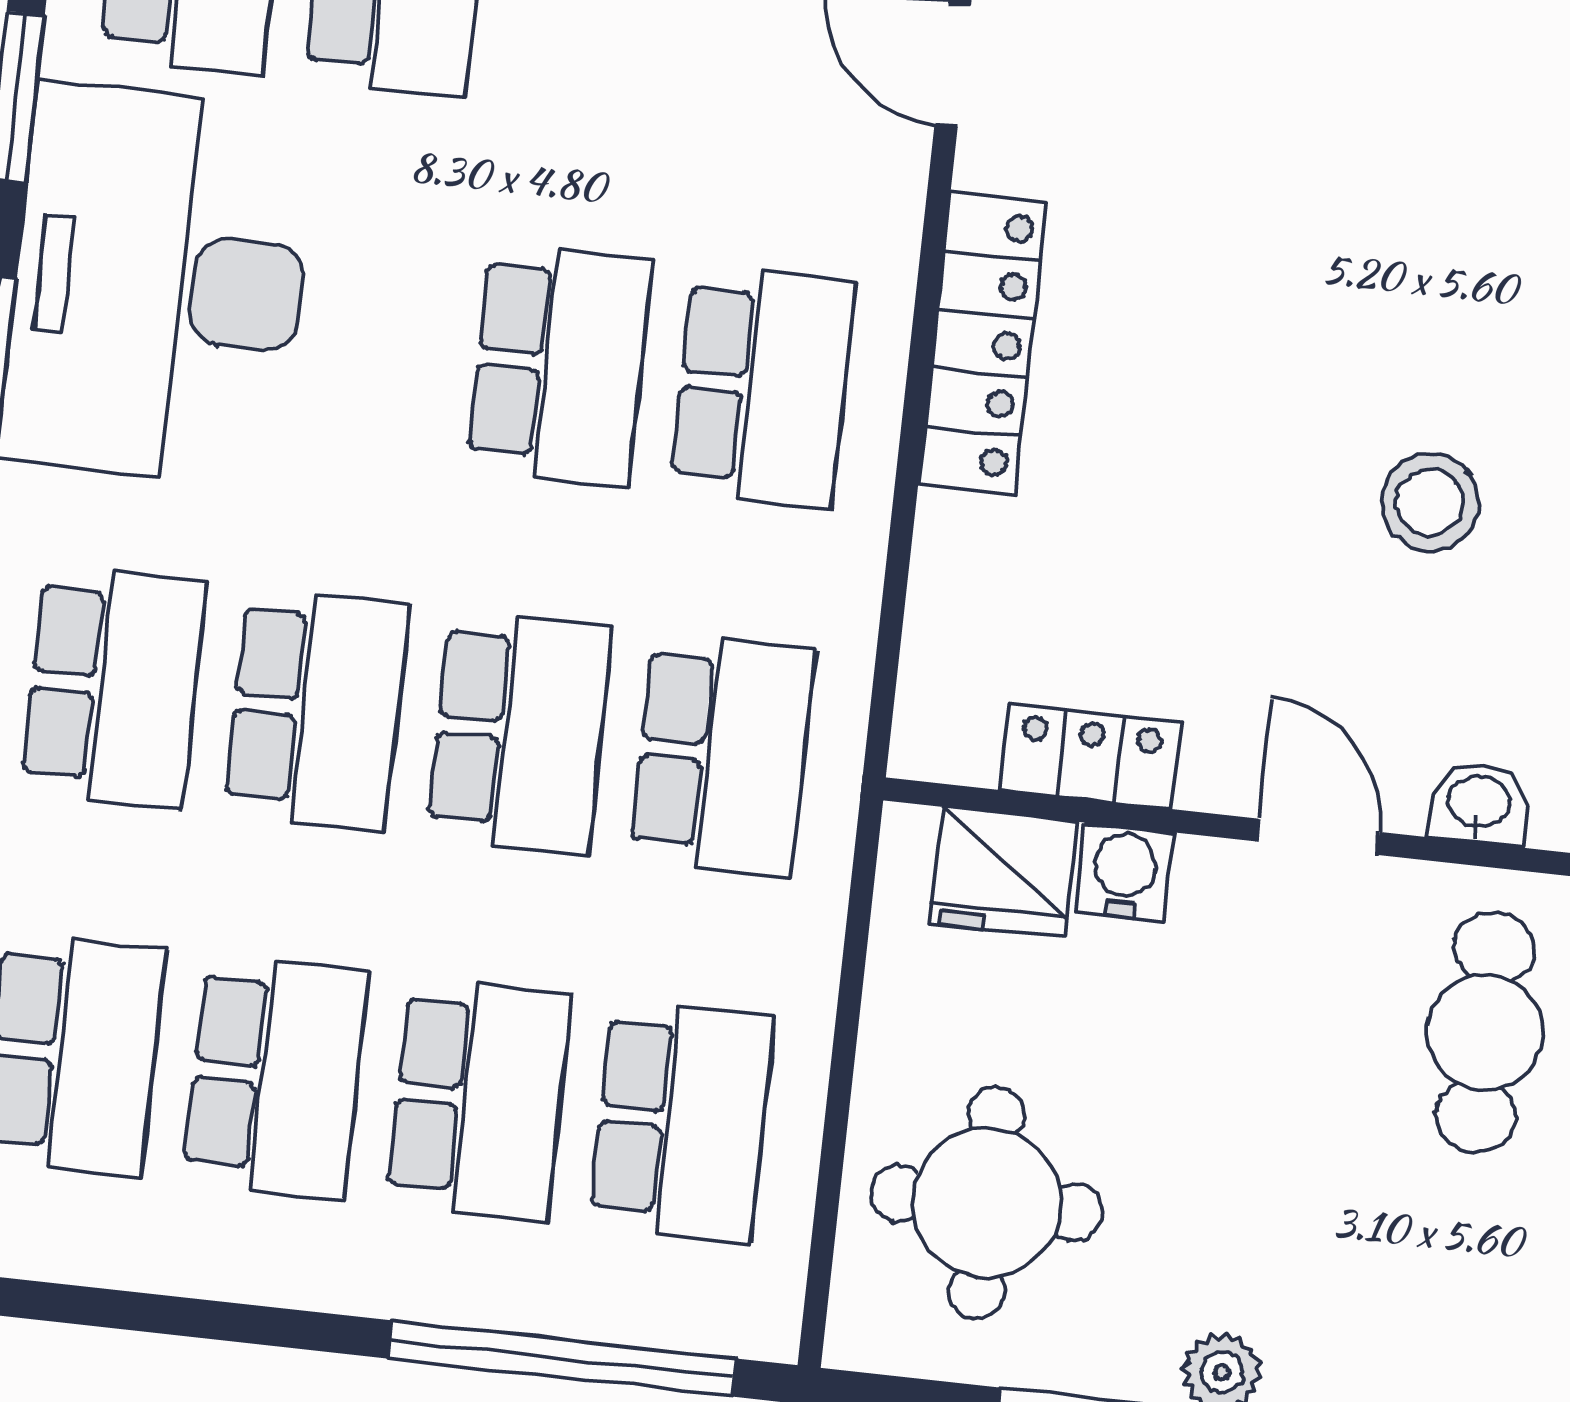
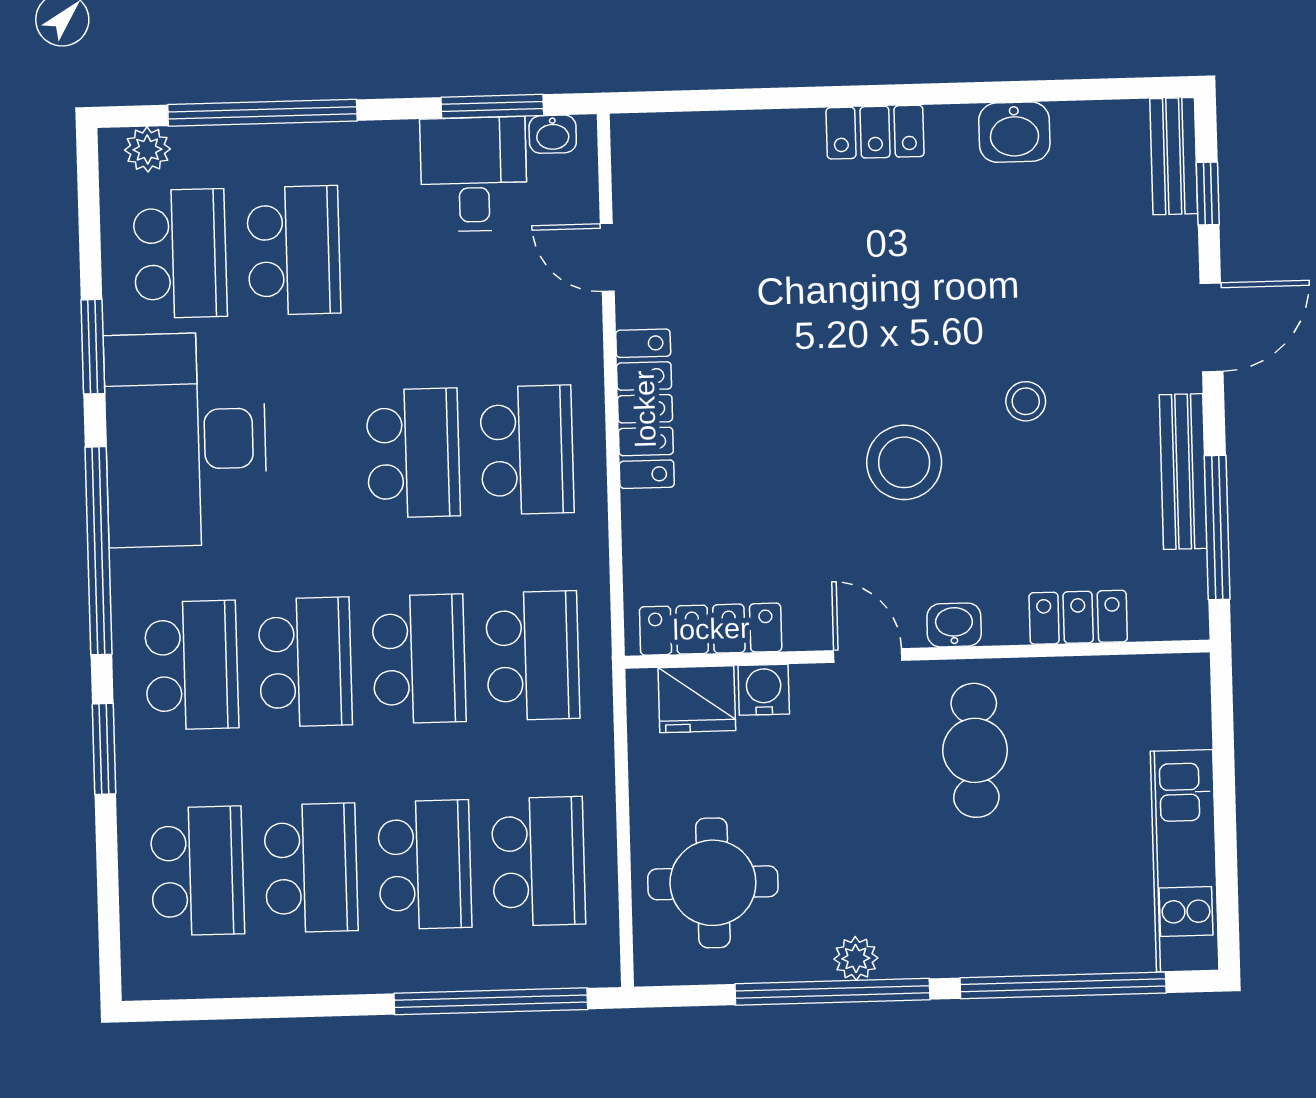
stool: (1430, 502) -> (904, 462), width x1.38, depth x1.38
locker: (1090, 756) -> (711, 629), width x1.53

